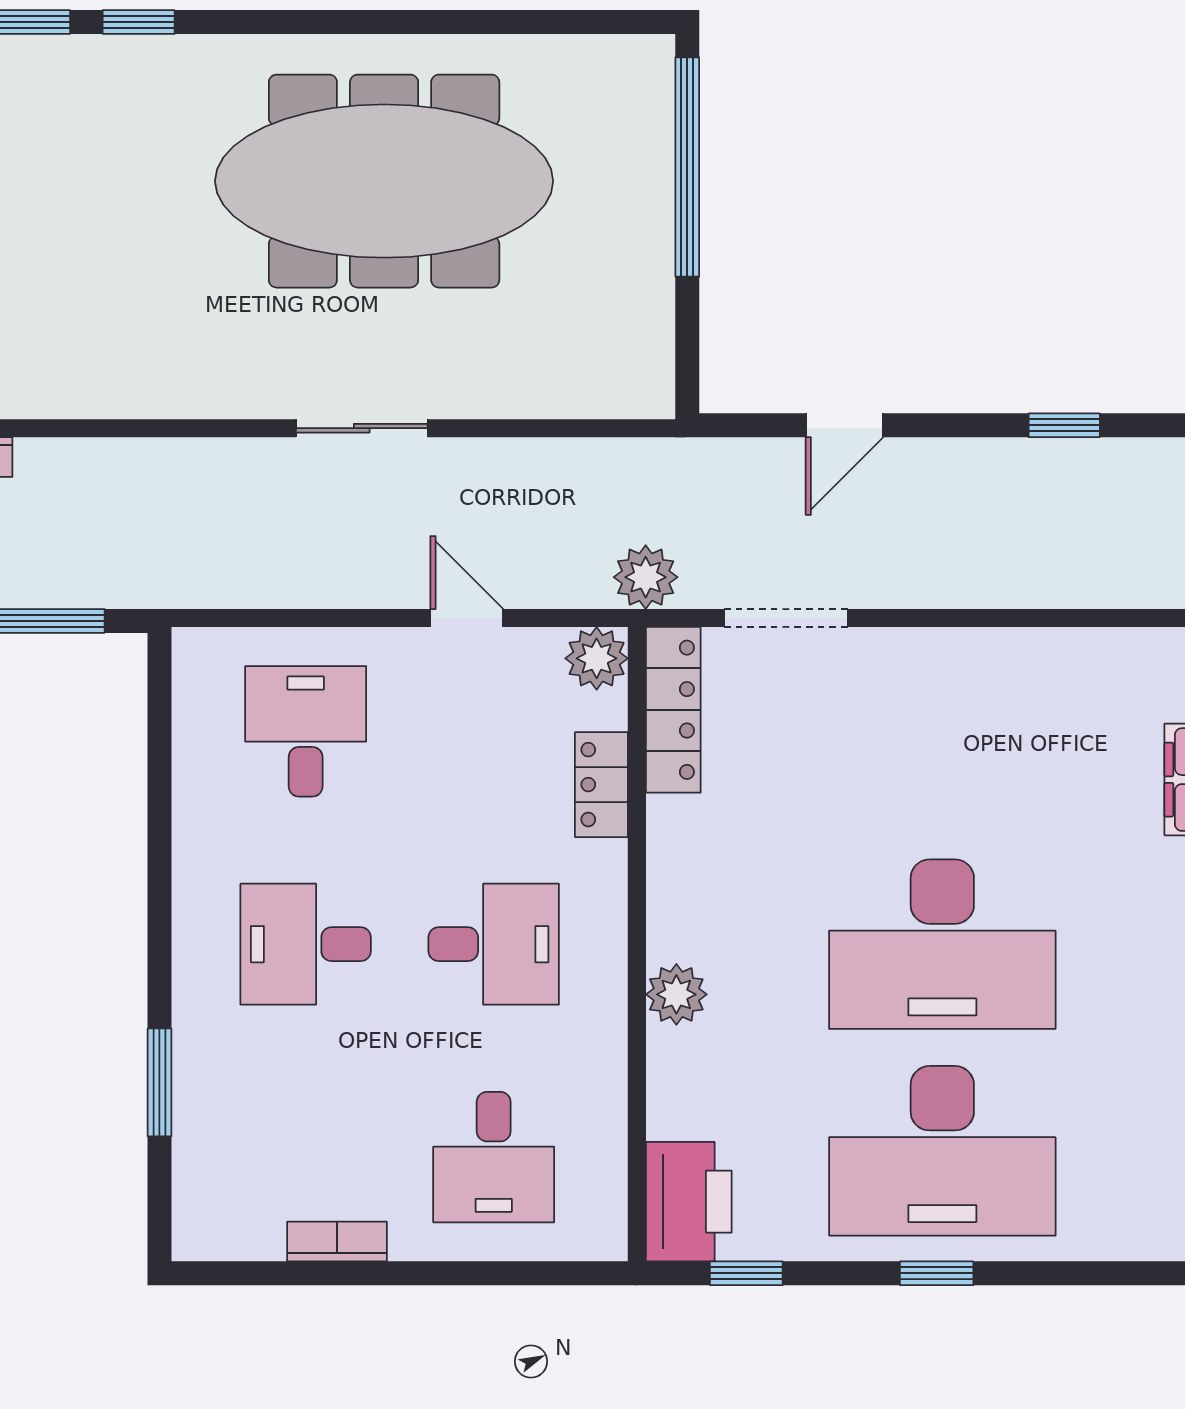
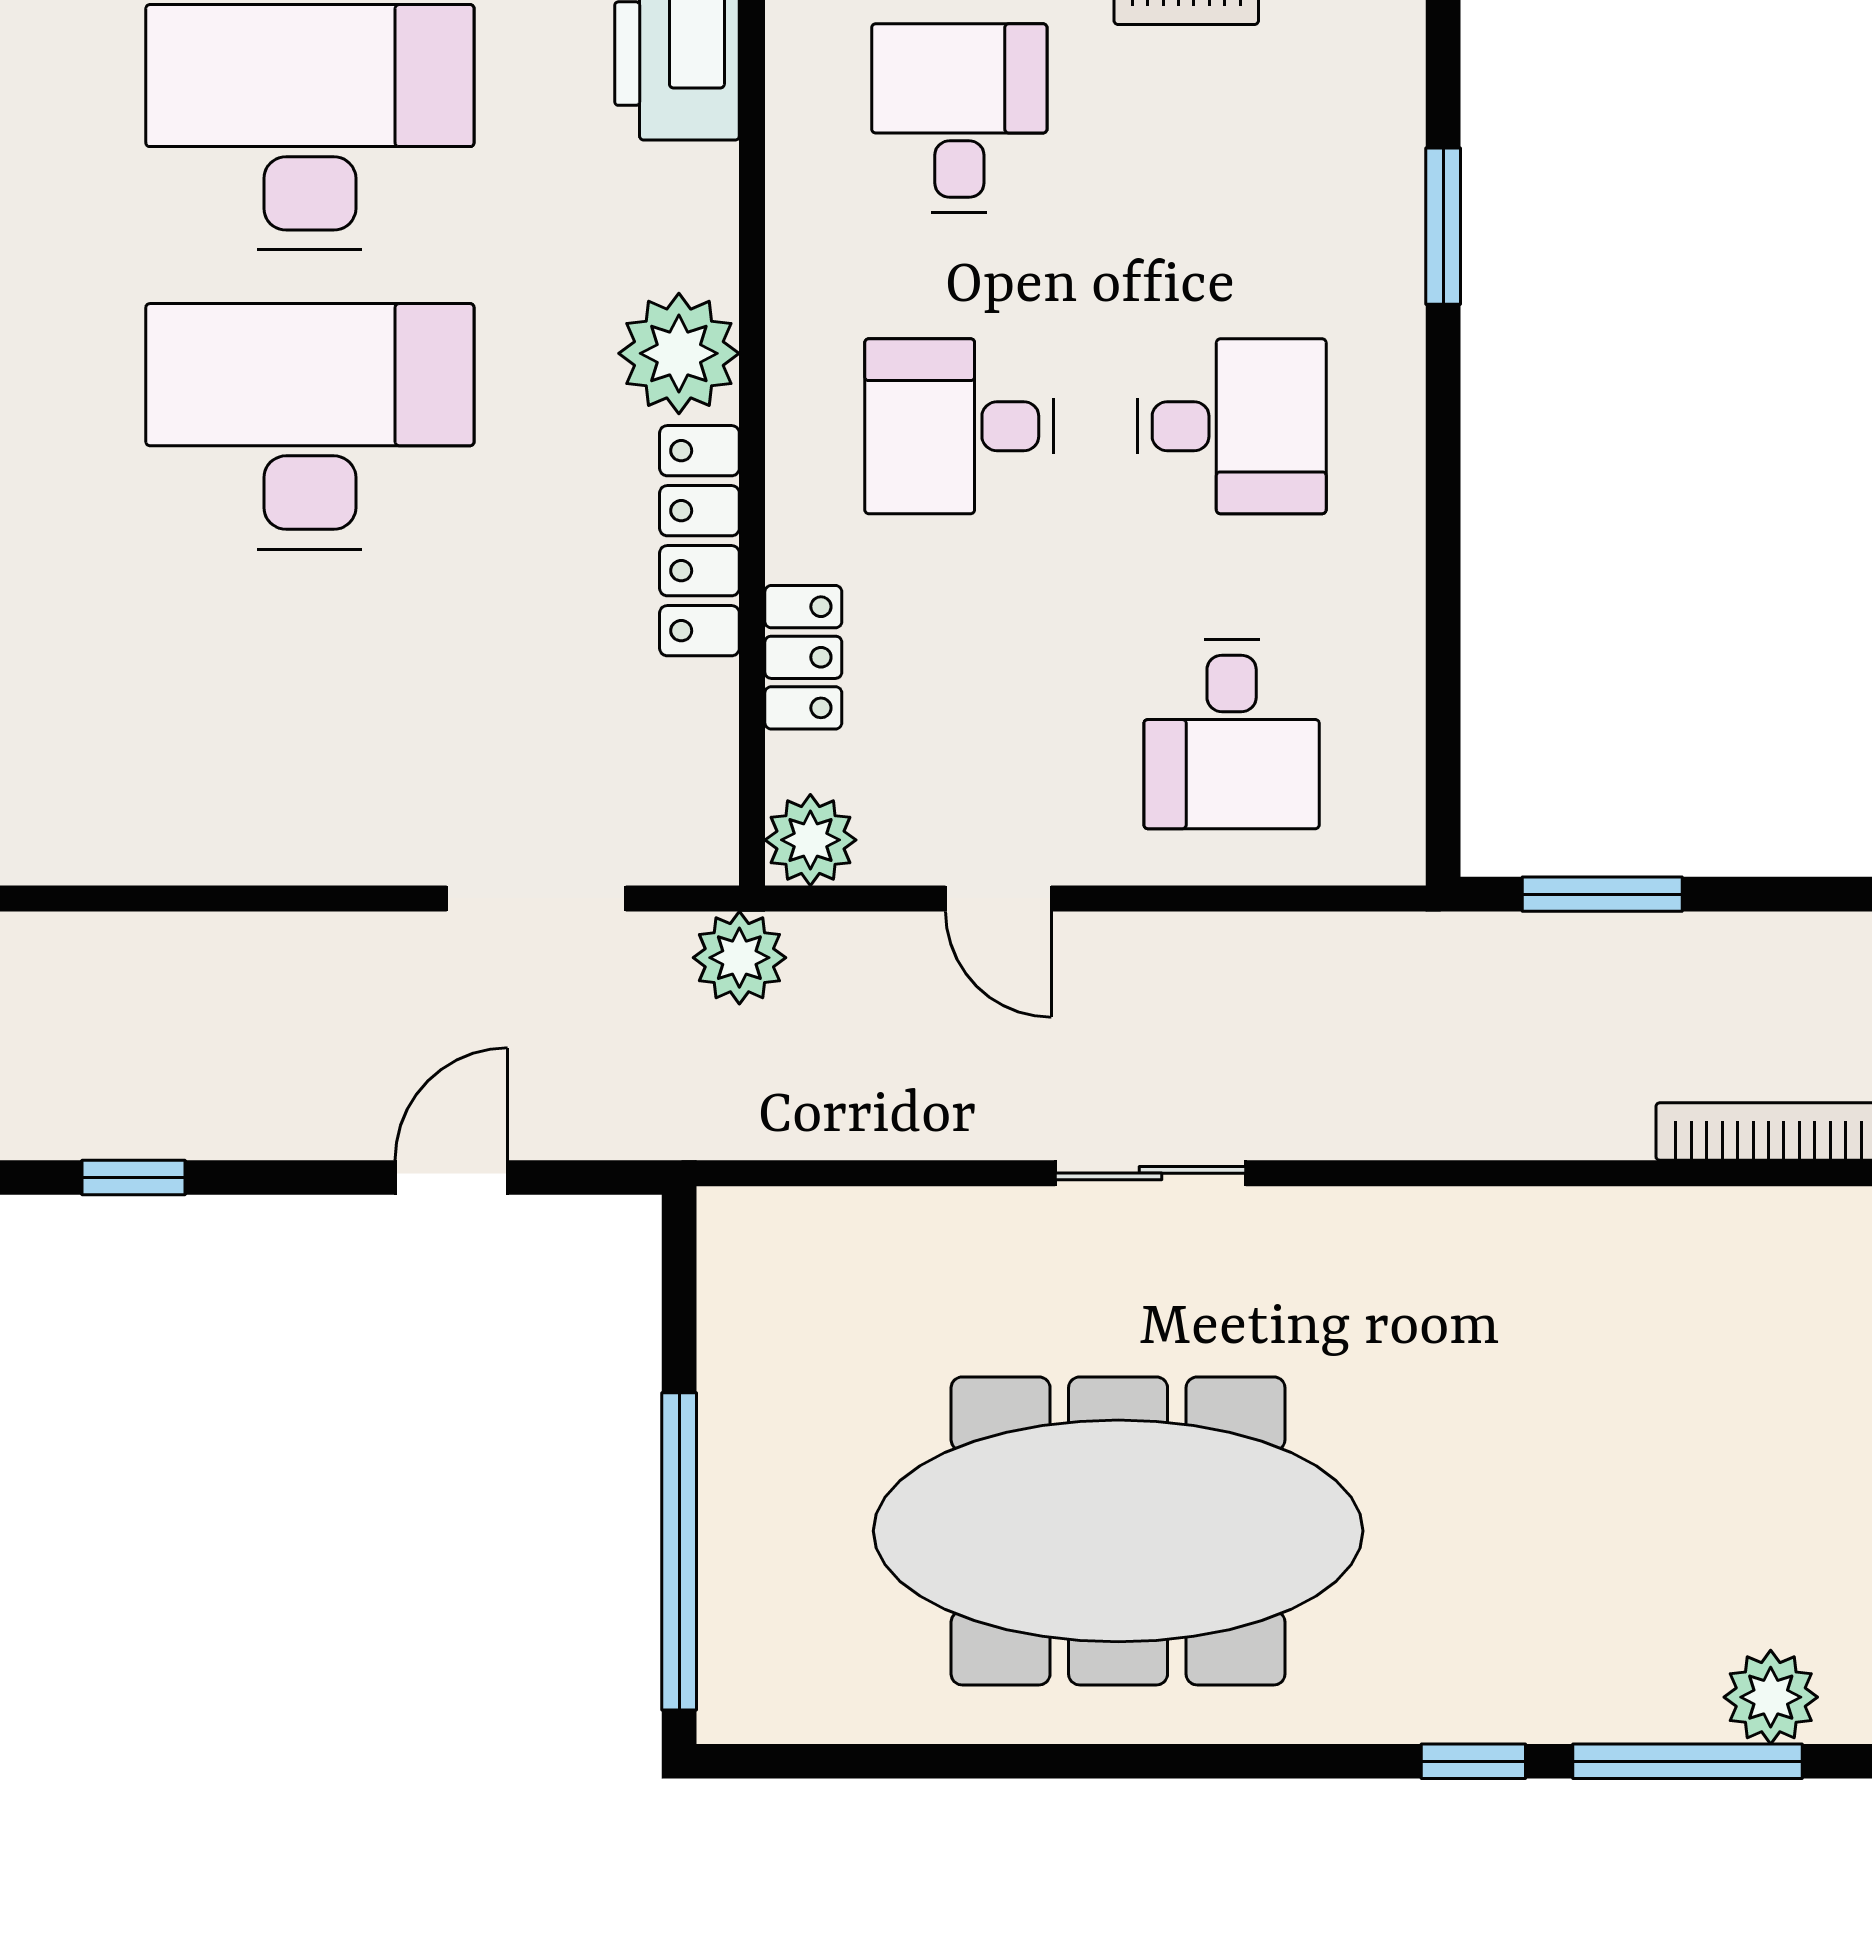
locker: (673, 710) -> (699, 541), moved
plant: (676, 994) -> (679, 353), width x1.36, depth x1.36

